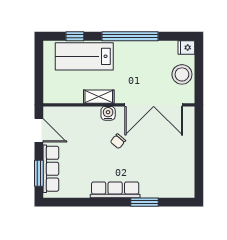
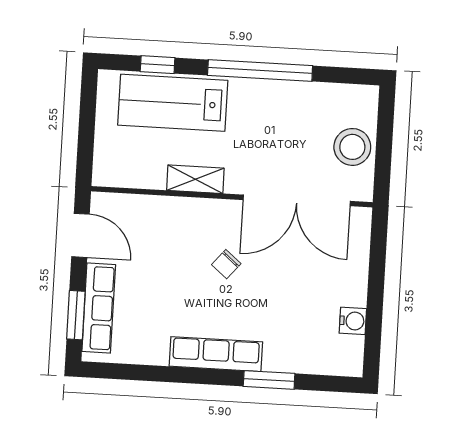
fridge: (186, 47) -> (363, 97), removed
water cooler: (108, 113) -> (353, 321), moved, turned 90

